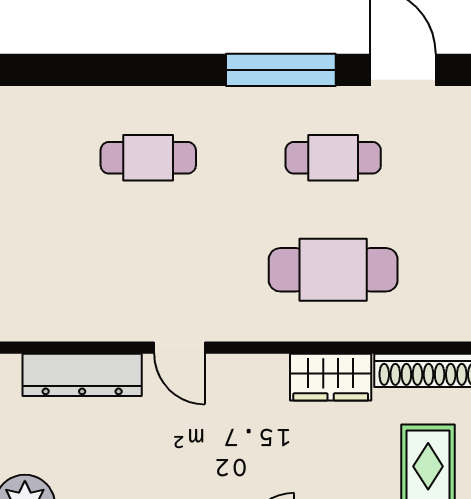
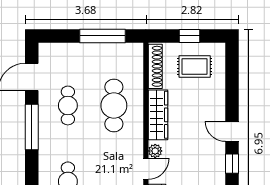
plant: (223, 370) -> (155, 151), added
wardrobe: (331, 377) -> (158, 115), width x1.50

